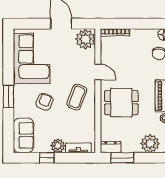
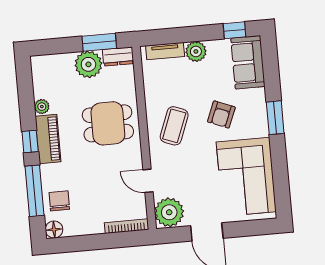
door: (98, 72) -> (148, 181), moved
plant: (150, 144) -> (88, 64), moved
window: (47, 158) -> (234, 30), moved

